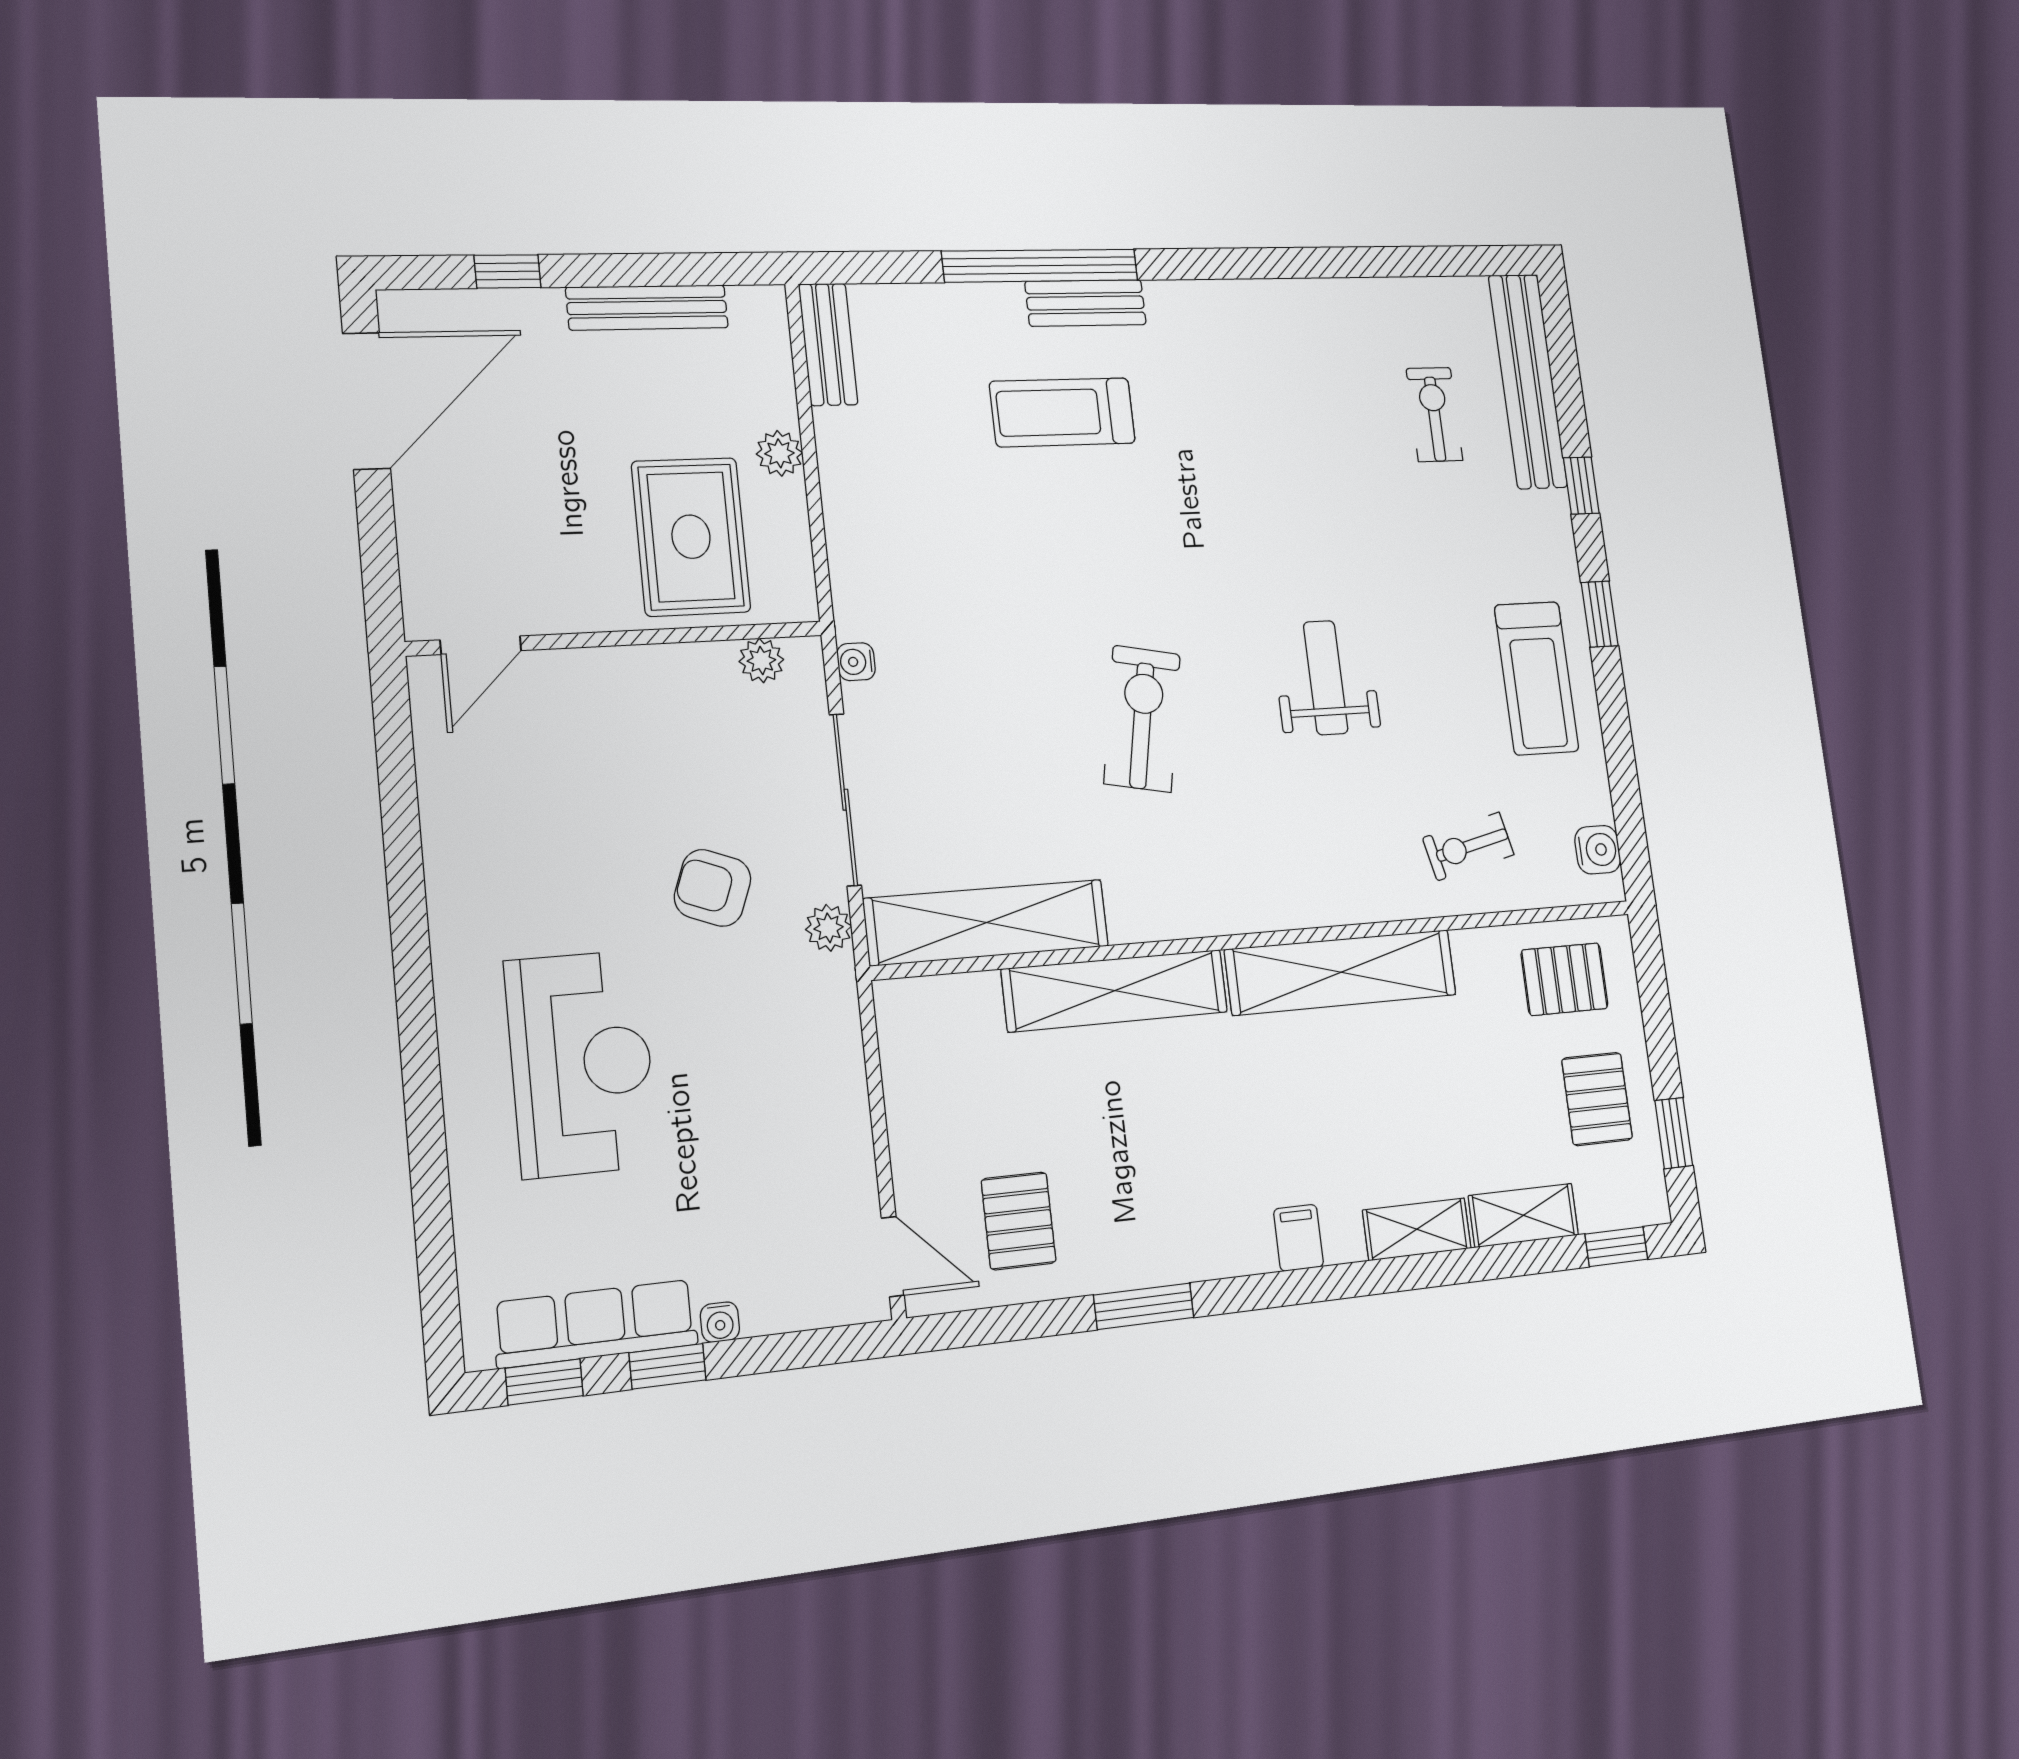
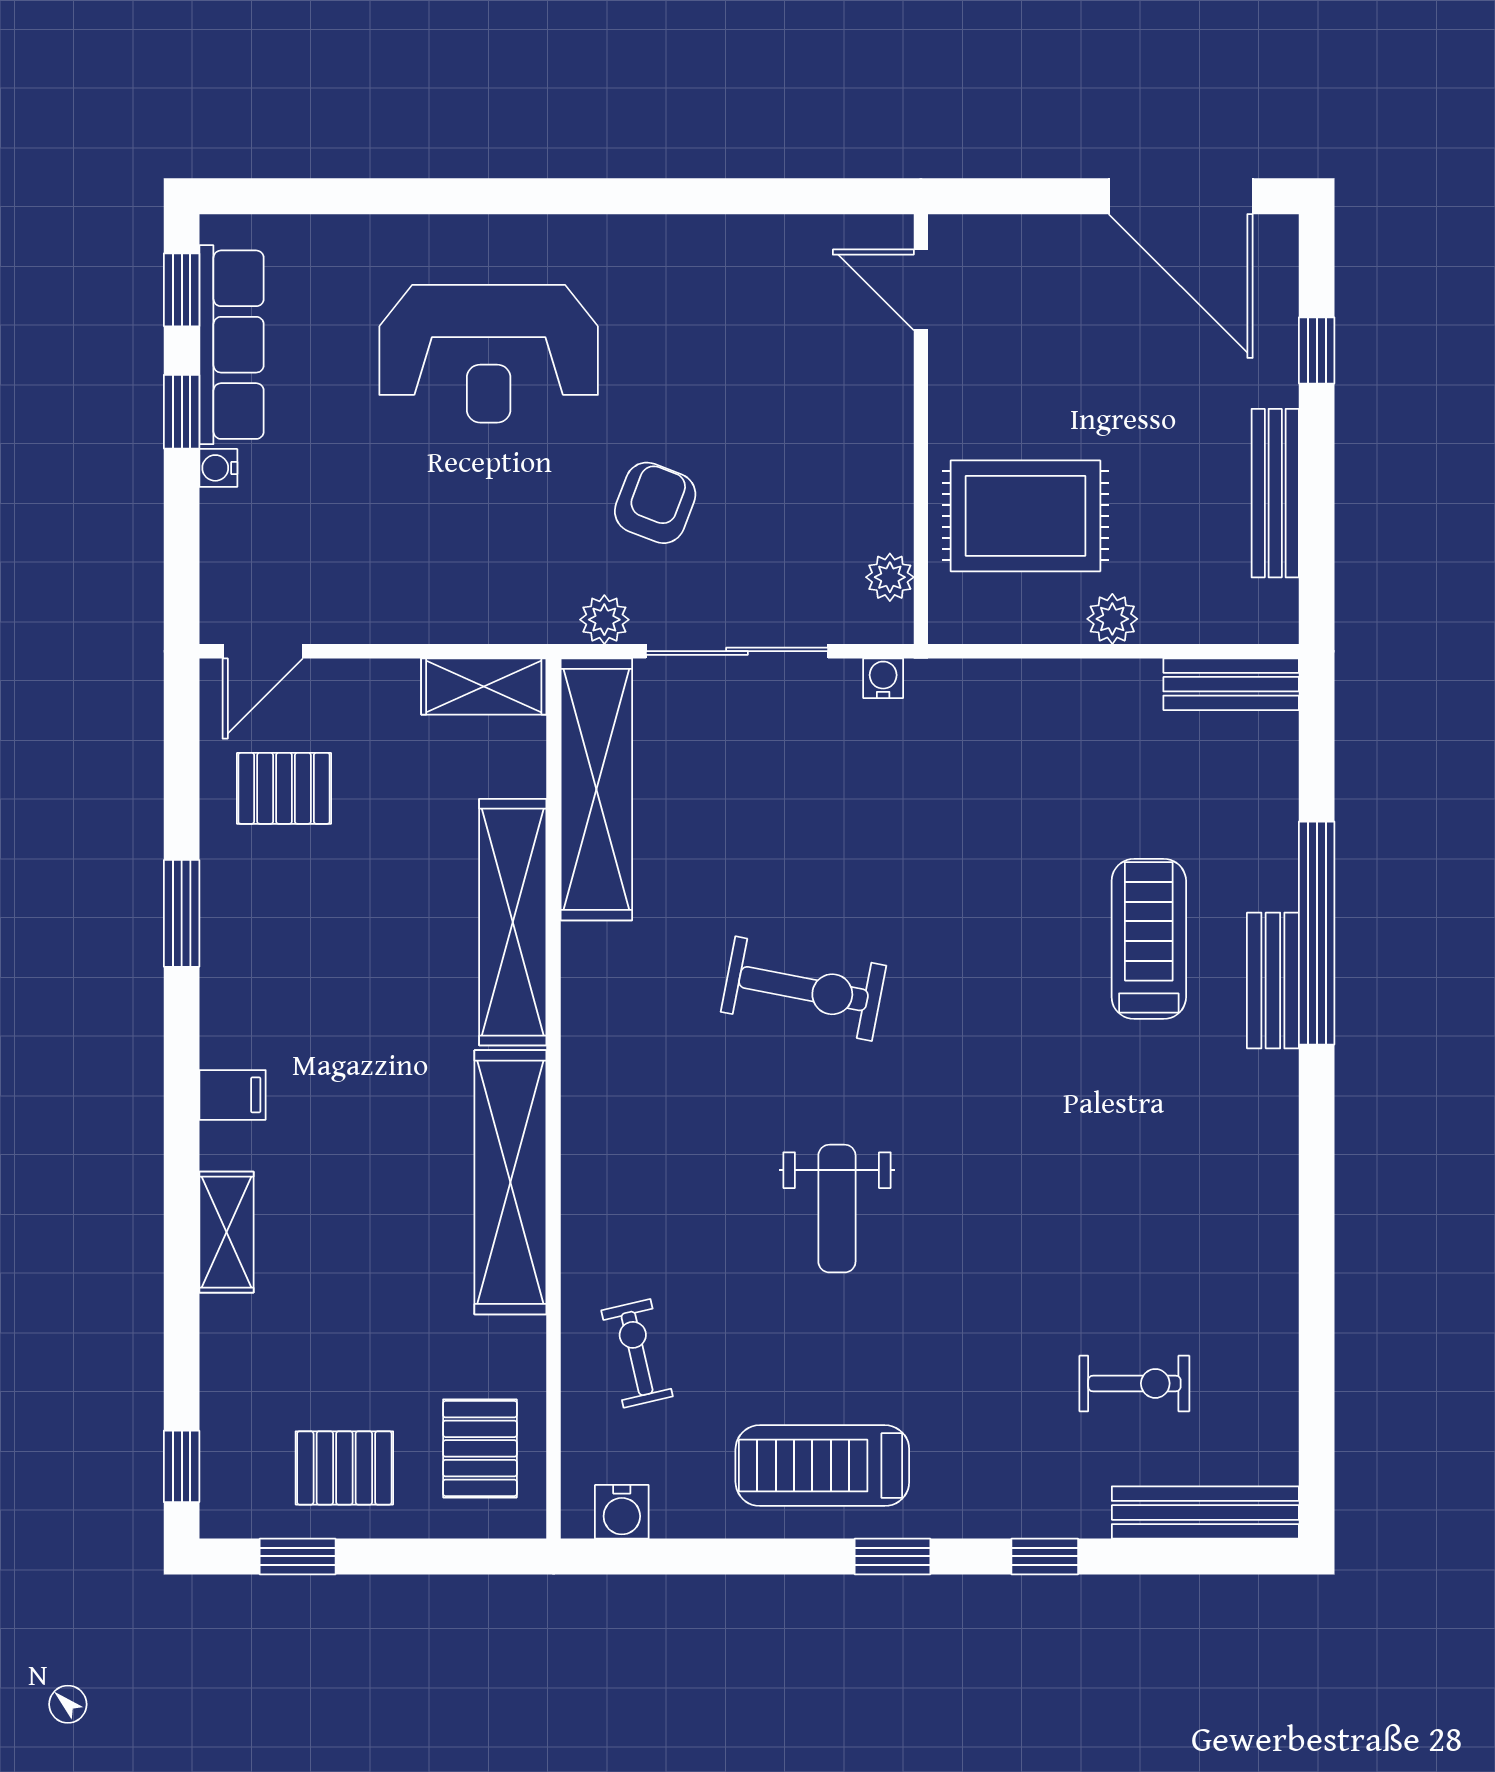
bench: (1528, 381) -> (1205, 1513), width x0.73, depth x0.82
weight bench: (1326, 678) -> (837, 1209), turned 90
shelving: (1523, 1215) -> (484, 687), moved, turned 90

